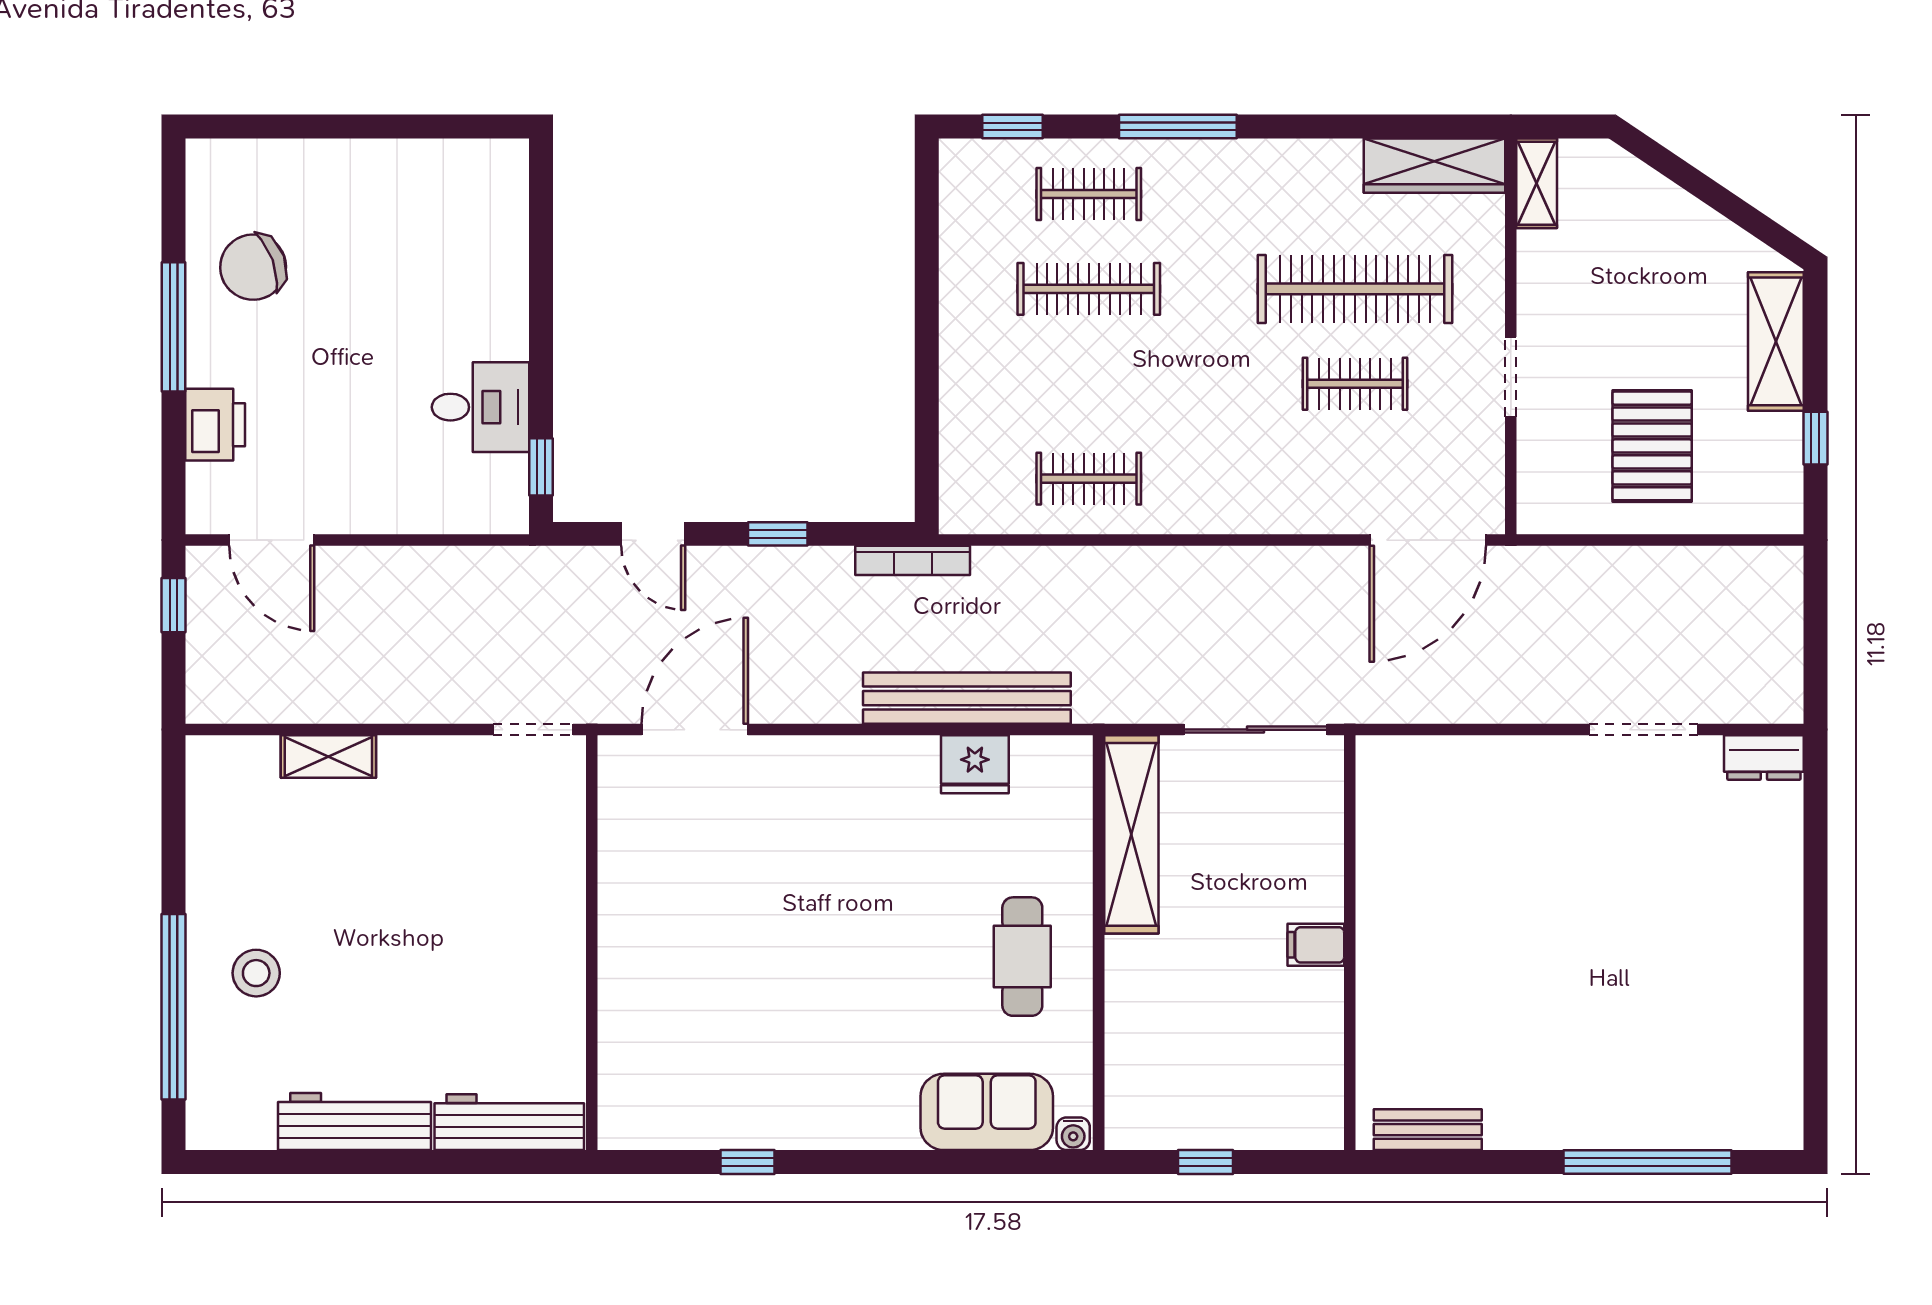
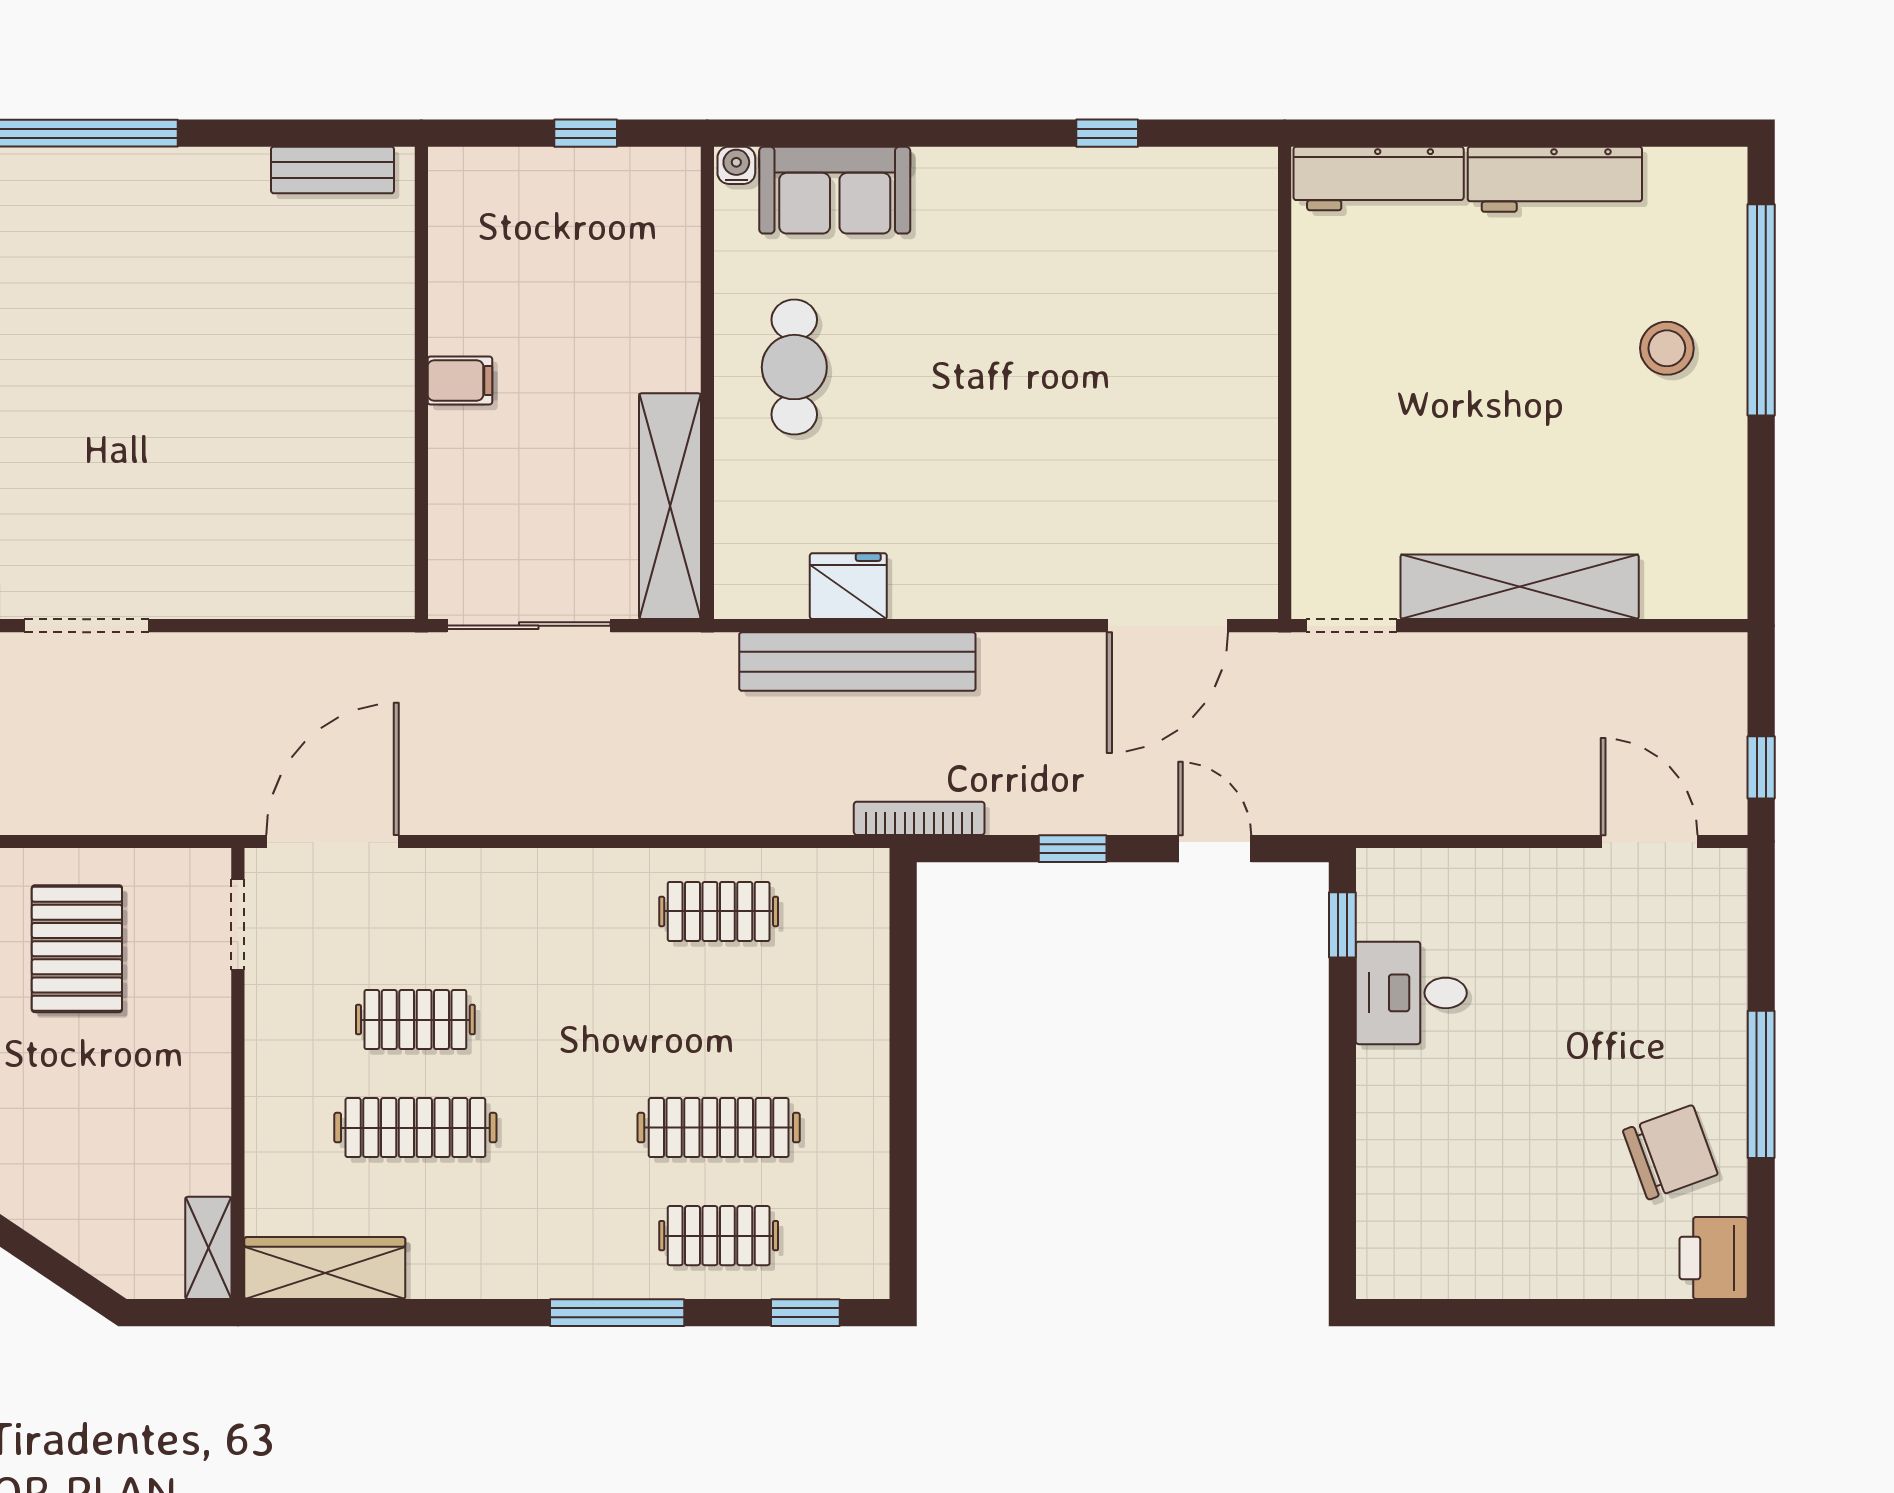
clothes rail: (1355, 289) -> (415, 1128), width x0.73, depth x0.76
doorway: (1511, 377) -> (238, 924), moved
printer: (215, 425) -> (1714, 1258), moved
shelving: (328, 757) -> (1520, 587), width x2.20, depth x1.33

